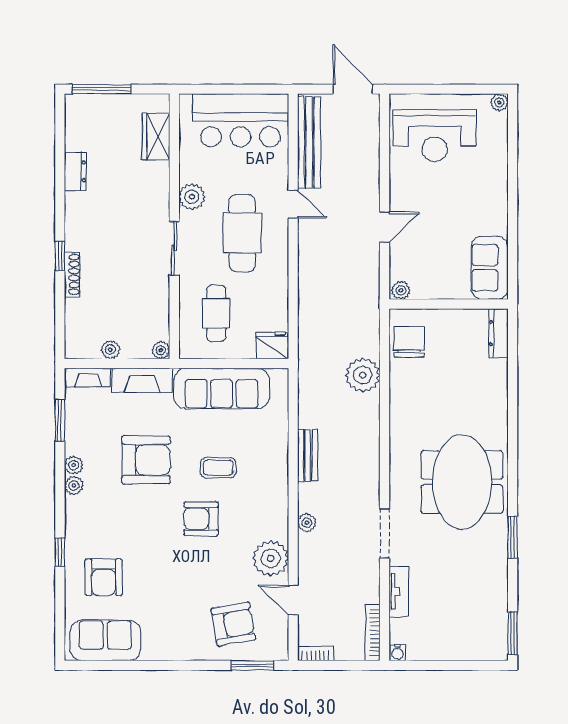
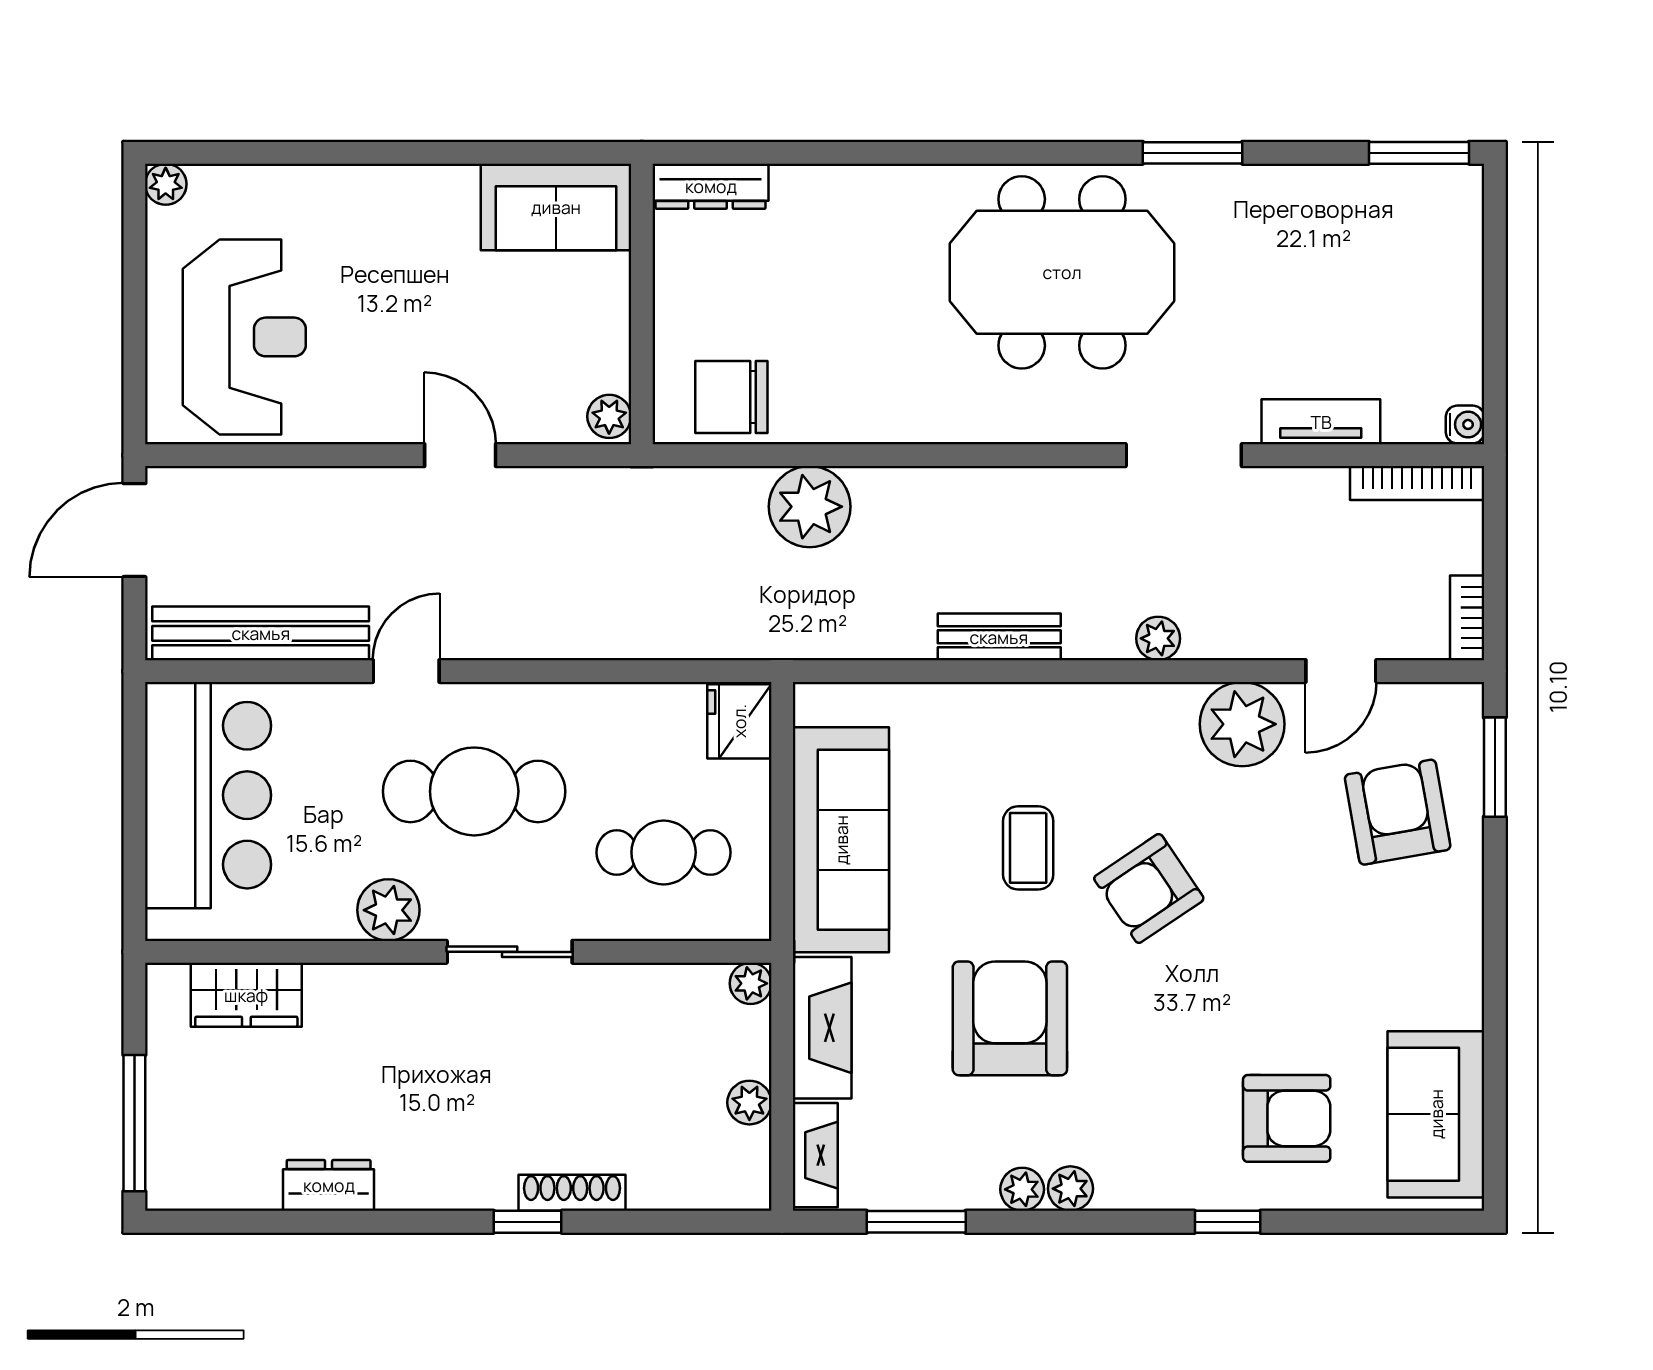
armchair: (201, 519) -> (1149, 888), turned 56

